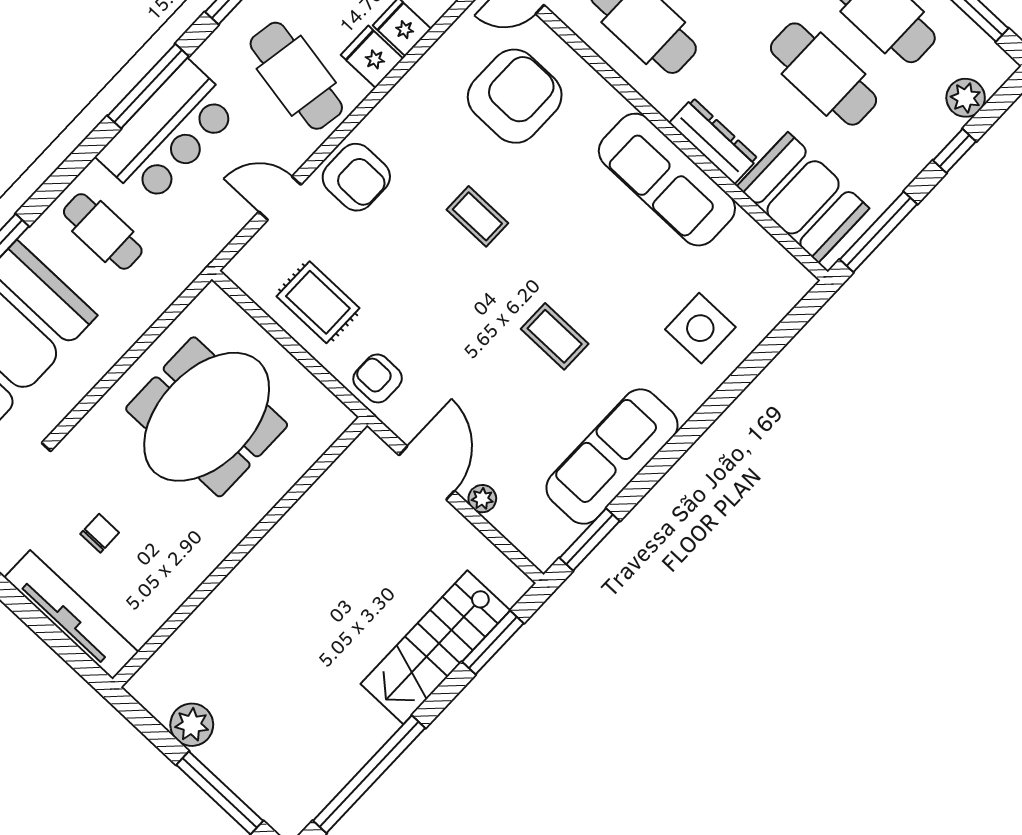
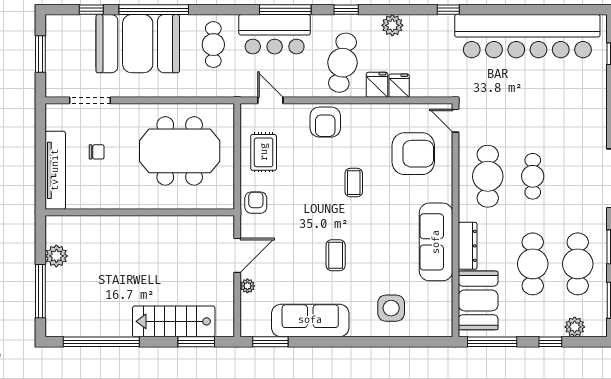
door: (280, 198) -> (270, 100), moved

